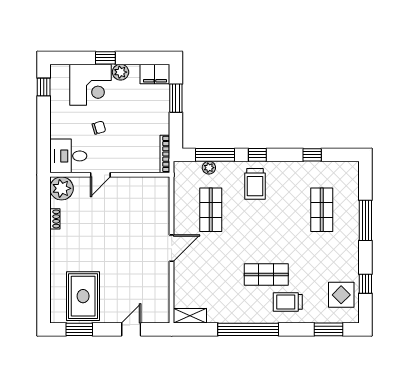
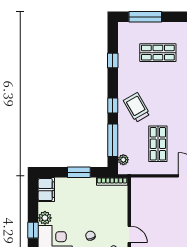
window: (176, 98) -> (79, 172), moved
plant: (209, 168) -> (123, 160), moved
trolley: (255, 184) -> (137, 107), turned -120
shop shelf: (211, 210) -> (158, 144), turned 90
window: (365, 220) -> (145, 17), moved

